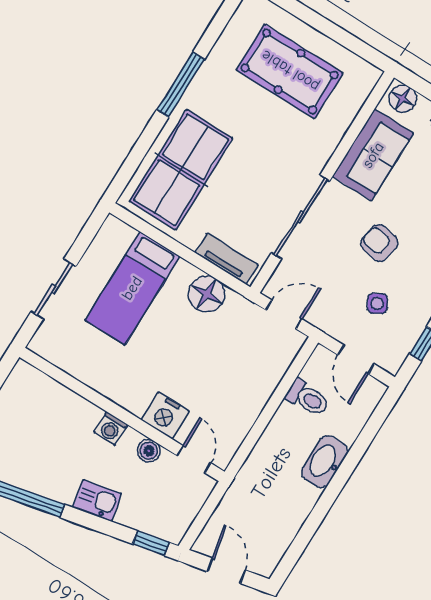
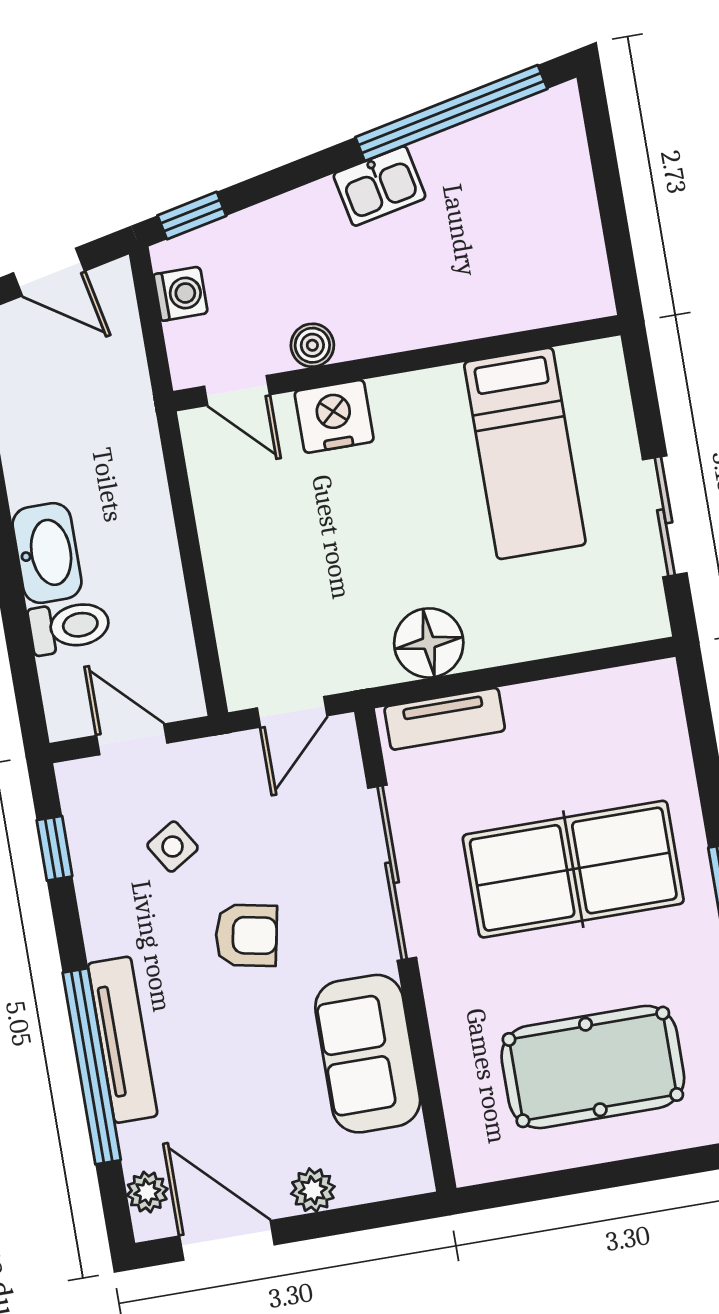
floor lamp: (403, 99) -> (397, 1172), removed
table tennis table: (181, 170) -> (573, 869), moved, turned 90
bed: (132, 288) -> (525, 453), moved, turned 180
sliding door: (53, 289) -> (665, 516), moved
toilet: (308, 398) -> (69, 627), moved, turned 180
washing machine: (111, 429) -> (181, 294), moved, turned 90
kitchen sink: (97, 501) -> (379, 186), moved

